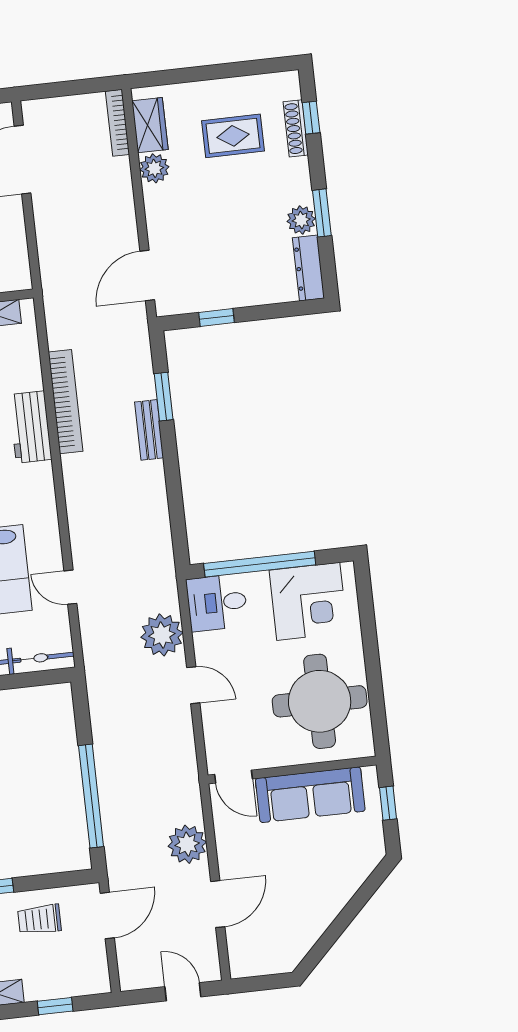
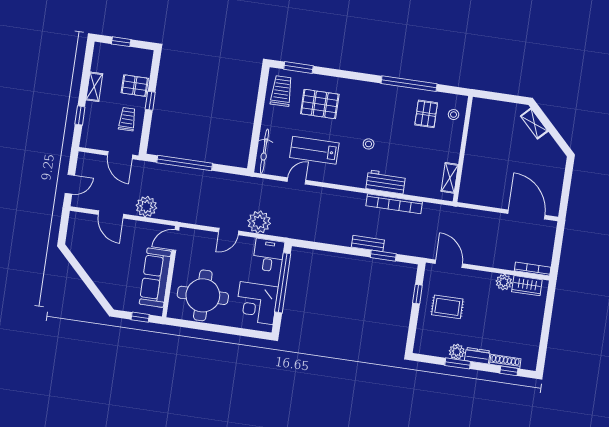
rug: (233, 136) -> (447, 307), moved, turned 90
dresser: (308, 268) -> (477, 356), moved, width x0.70

